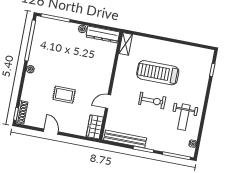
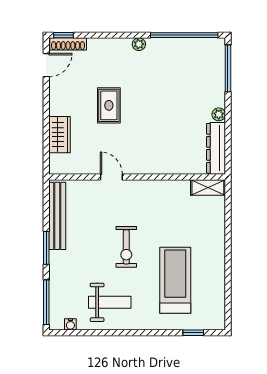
treadmill: (158, 73) -> (175, 280), moved
weight bench: (184, 117) -> (110, 302), turned 180
wardrobe: (95, 127) -> (59, 135), moved, turned 90
door: (51, 132) -> (46, 65), moved

